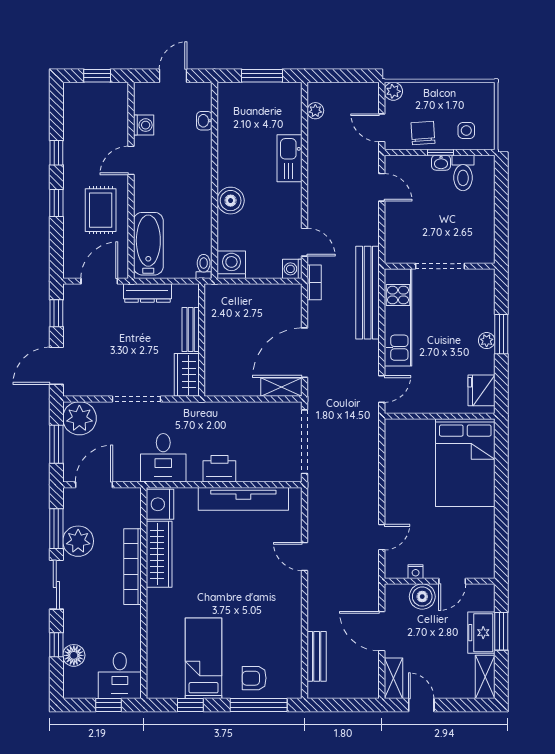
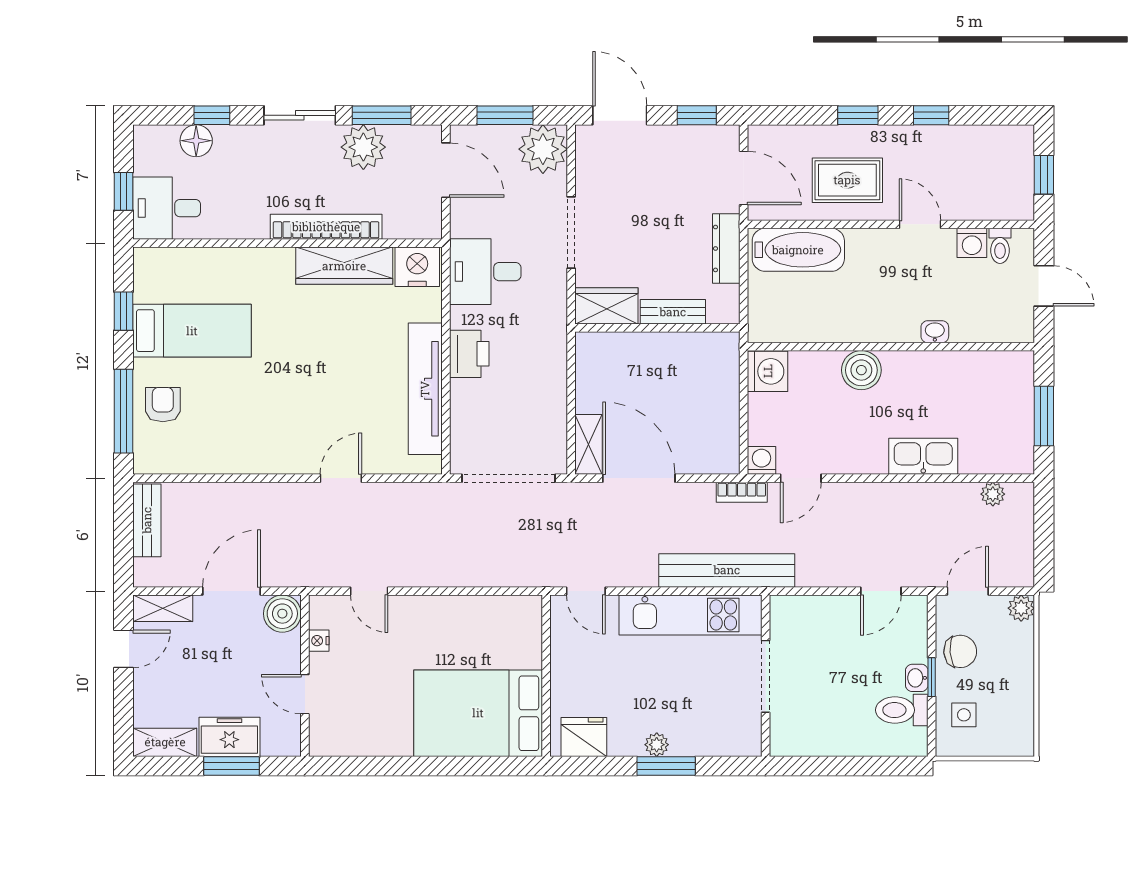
washbasin: (204, 121) -> (935, 332), moved
toilet: (204, 266) -> (1000, 246), moved, turned 90
boiler: (422, 597) -> (282, 614), moved
bench: (317, 656) -> (147, 520), moved, turned 90

